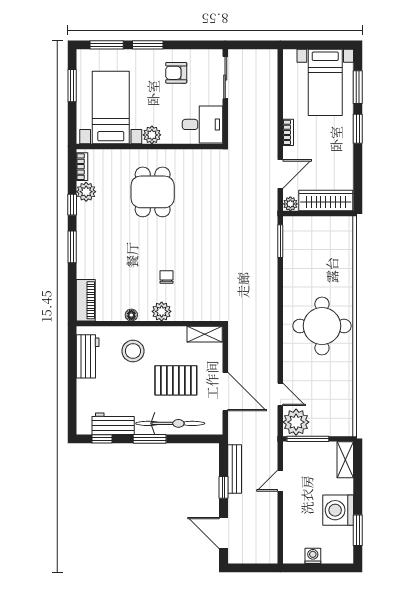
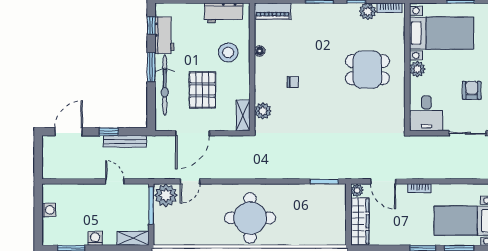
plant: (162, 311) -> (263, 111), moved
washing machine: (338, 510) -> (95, 238), width x0.53, depth x0.53

